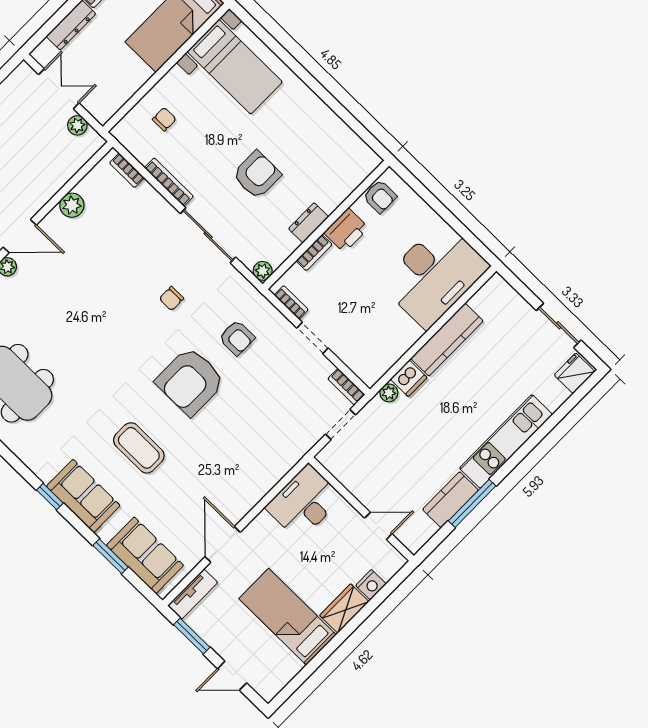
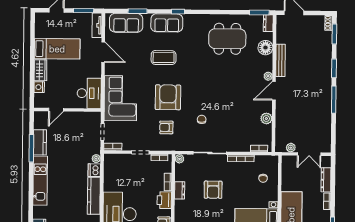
corner sofa: (264, 449) -> (120, 98), added

